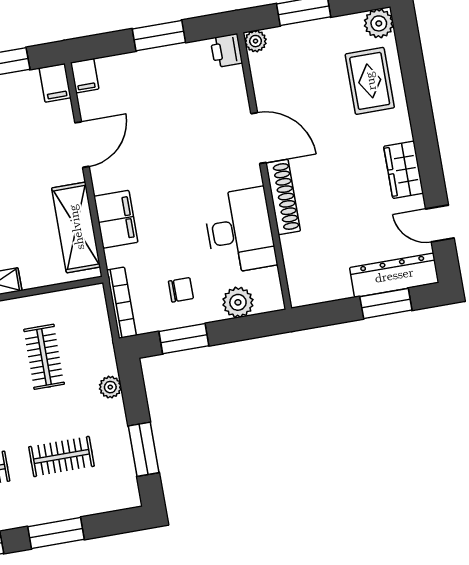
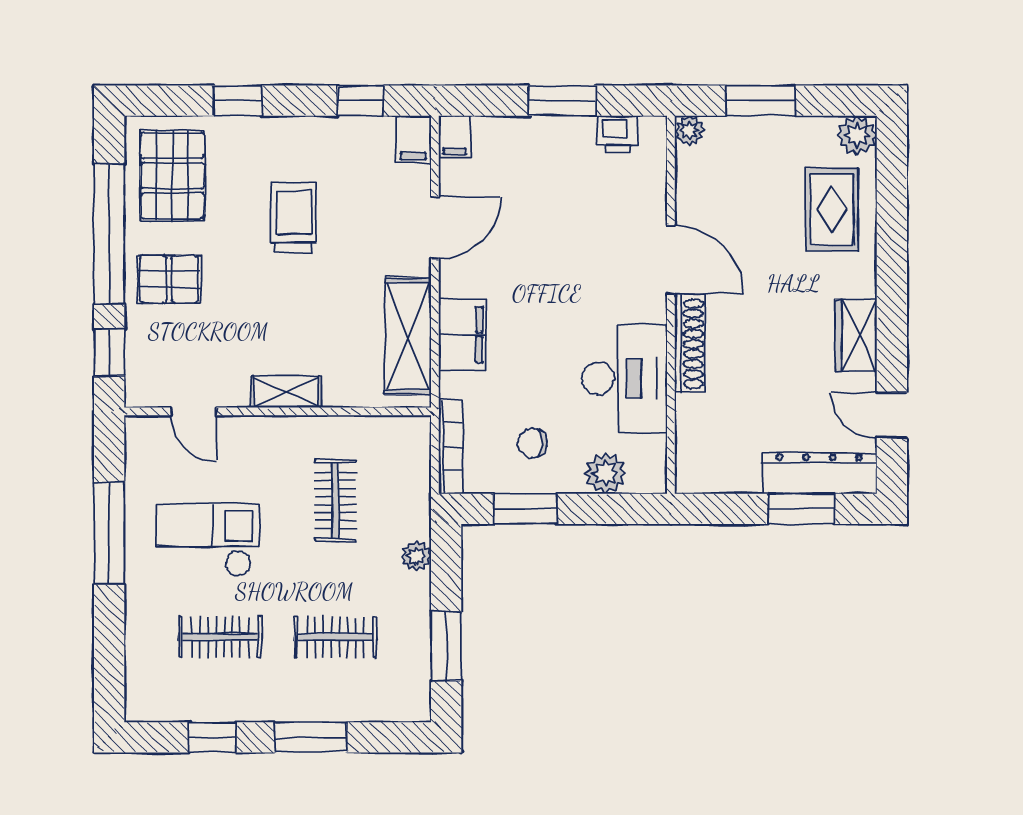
printer: (226, 51) -> (618, 134), moved, turned -90
chair: (181, 290) -> (533, 443), turned 180

